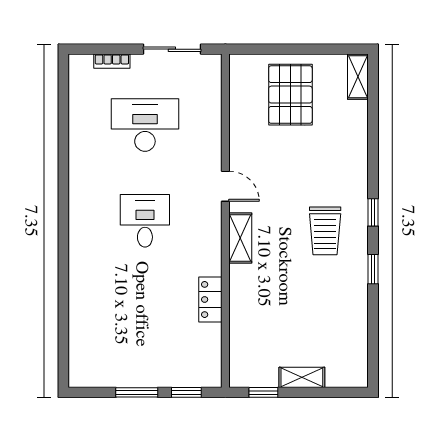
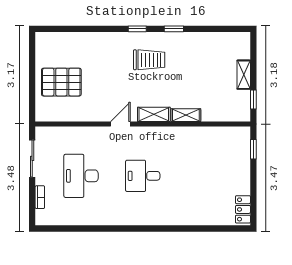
shelving: (358, 77) -> (186, 115), moved
locker: (210, 299) -> (243, 209), moved, turned 90
window: (137, 392) -> (253, 181), removed

